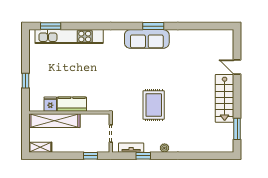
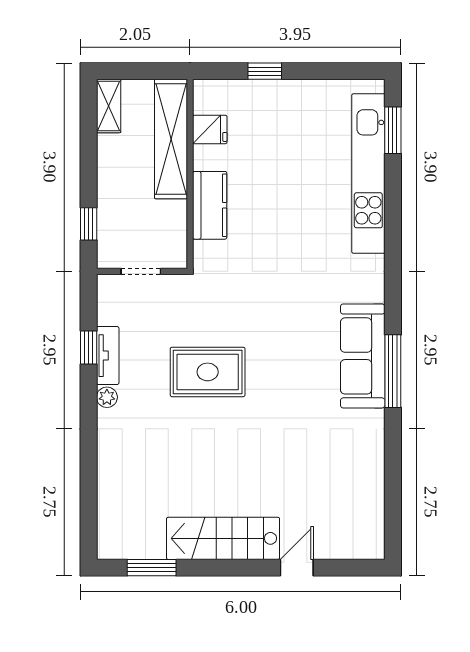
window: (153, 26) -> (393, 371), width x1.44
kitchen counter: (72, 104) -> (210, 205), moved
tv unit: (131, 148) -> (108, 356), moved

